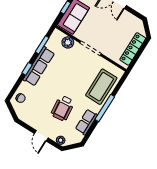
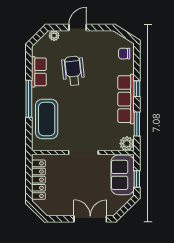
plant: (68, 42) -> (127, 144), moved
door: (41, 136) -> (78, 27), hinge flipped

